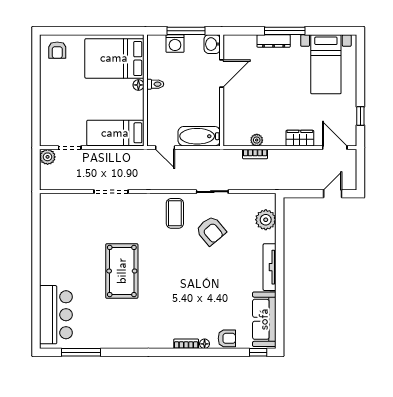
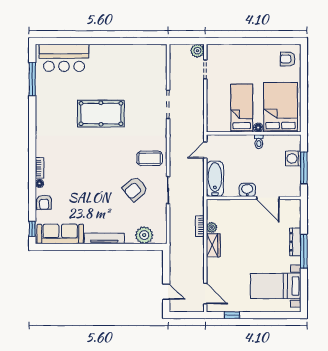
washbasin: (212, 44) -> (247, 190), moved
bed: (115, 133) -> (242, 108), moved
wardrobe: (300, 138) -> (213, 245), moved
door: (335, 148) -> (205, 294), hinge flipped

